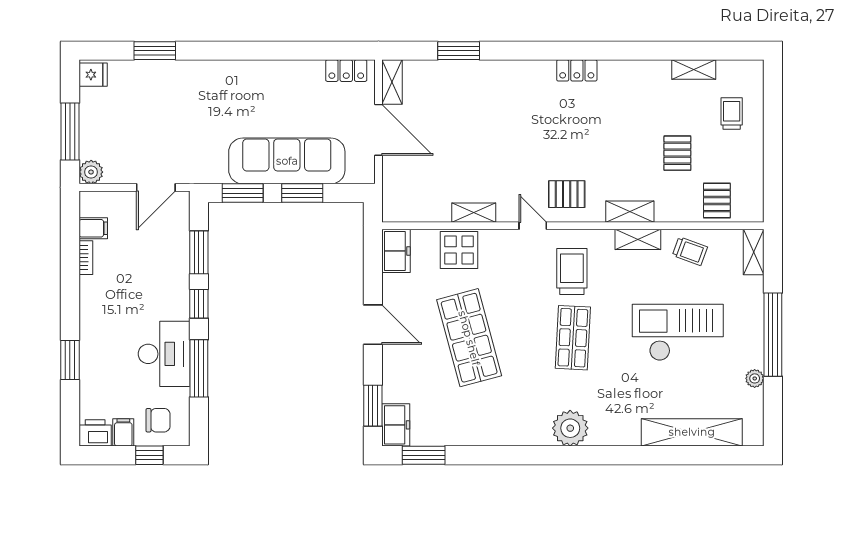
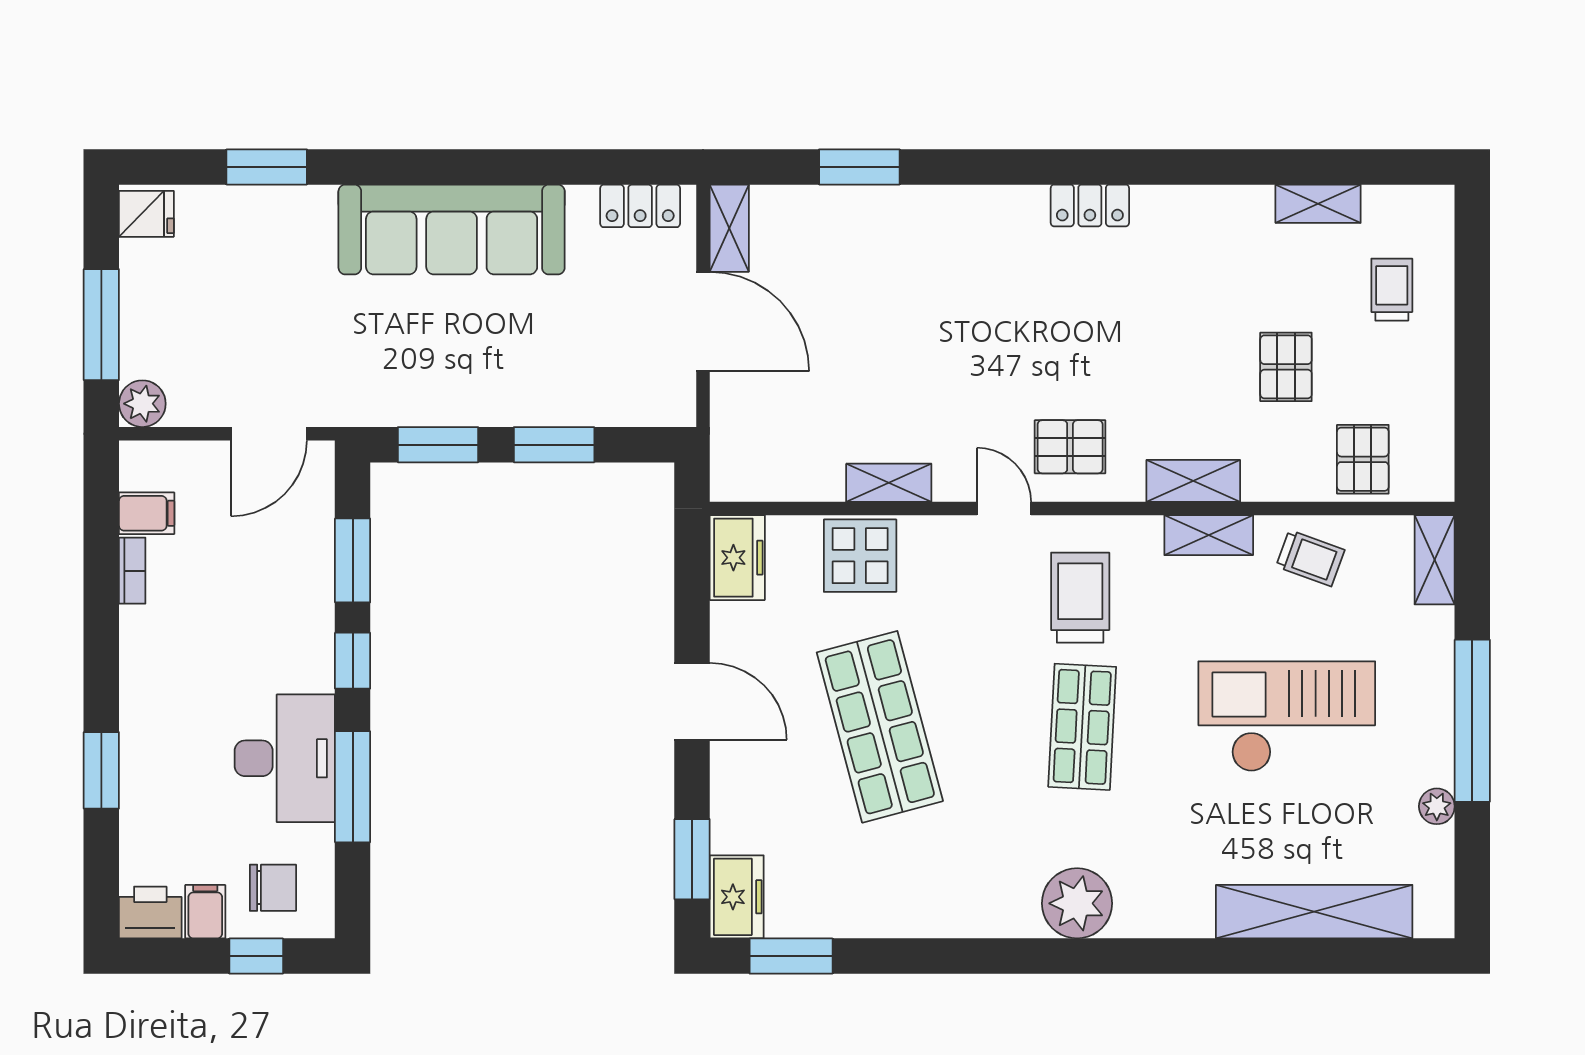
sofa: (287, 161) -> (452, 229), moved, turned 180

